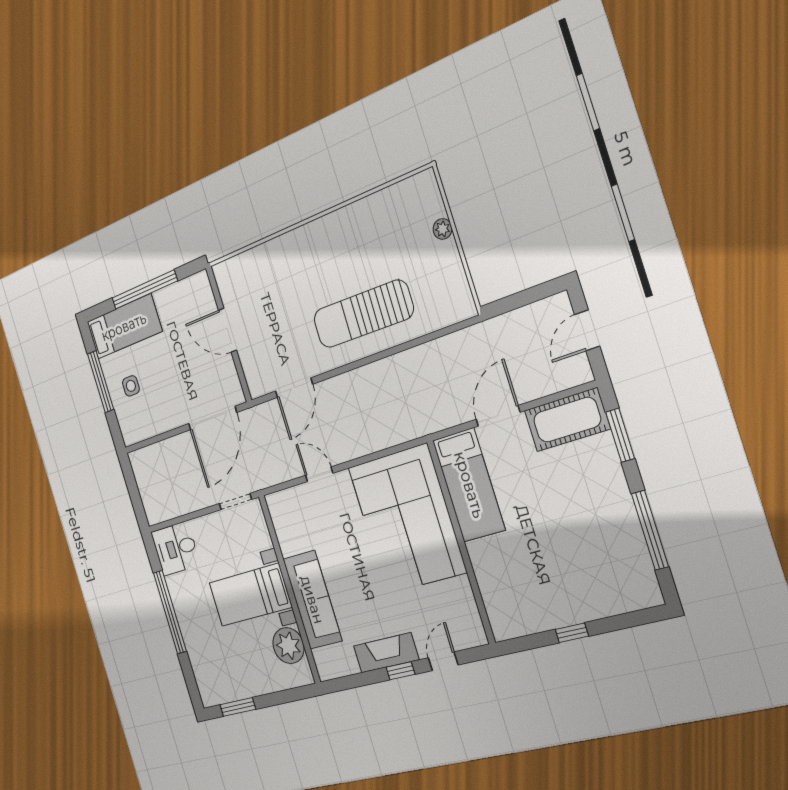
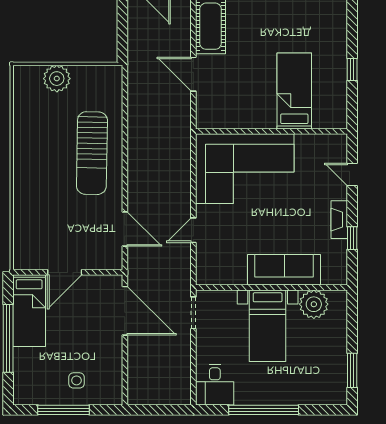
plant: (442, 229) -> (57, 79), width x1.87, depth x1.87
bed: (124, 327) -> (29, 311), moved, turned 180
bed: (469, 485) -> (294, 91), moved, turned -90
fireplace: (386, 653) -> (339, 220), width x0.73, depth x0.76
window: (400, 671) -> (352, 238), moved

